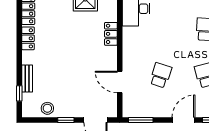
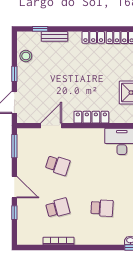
locker: (111, 34) -> (91, 117), width x1.53

